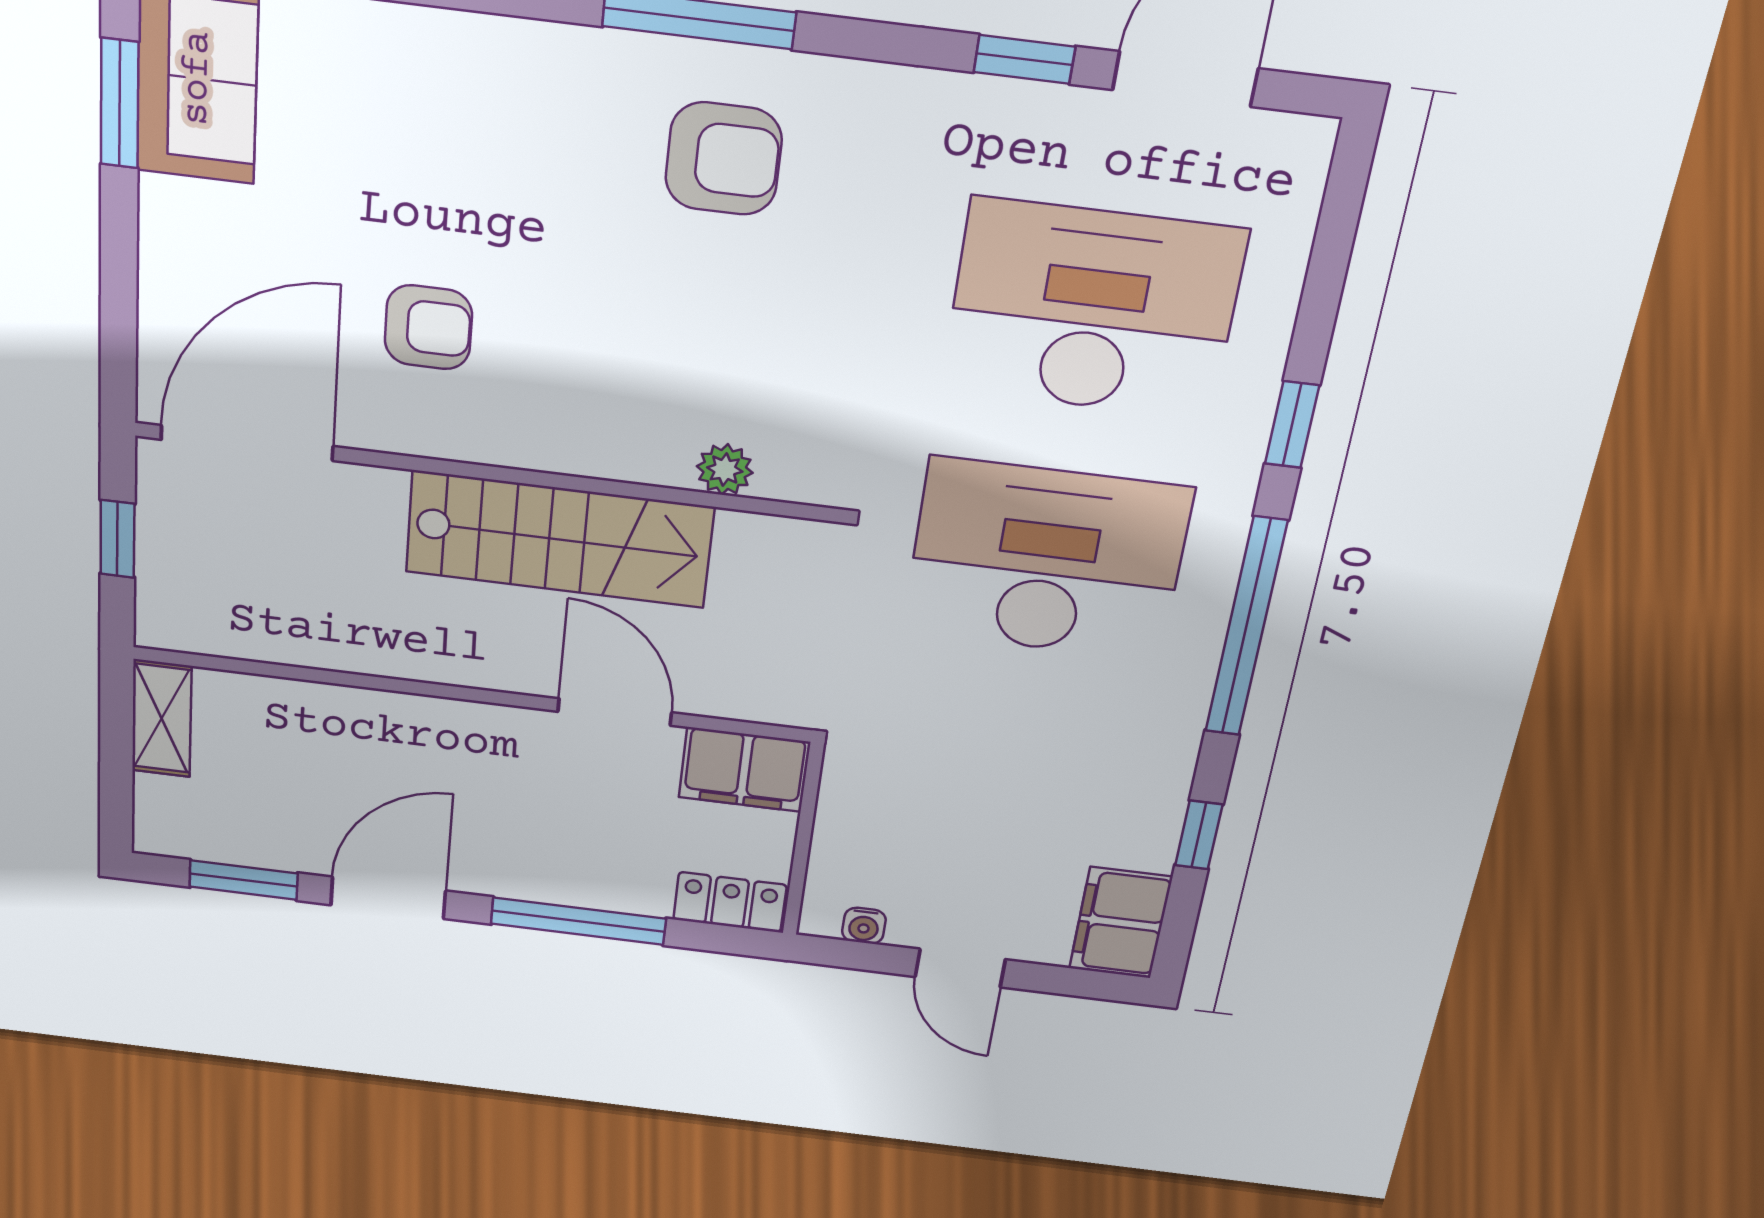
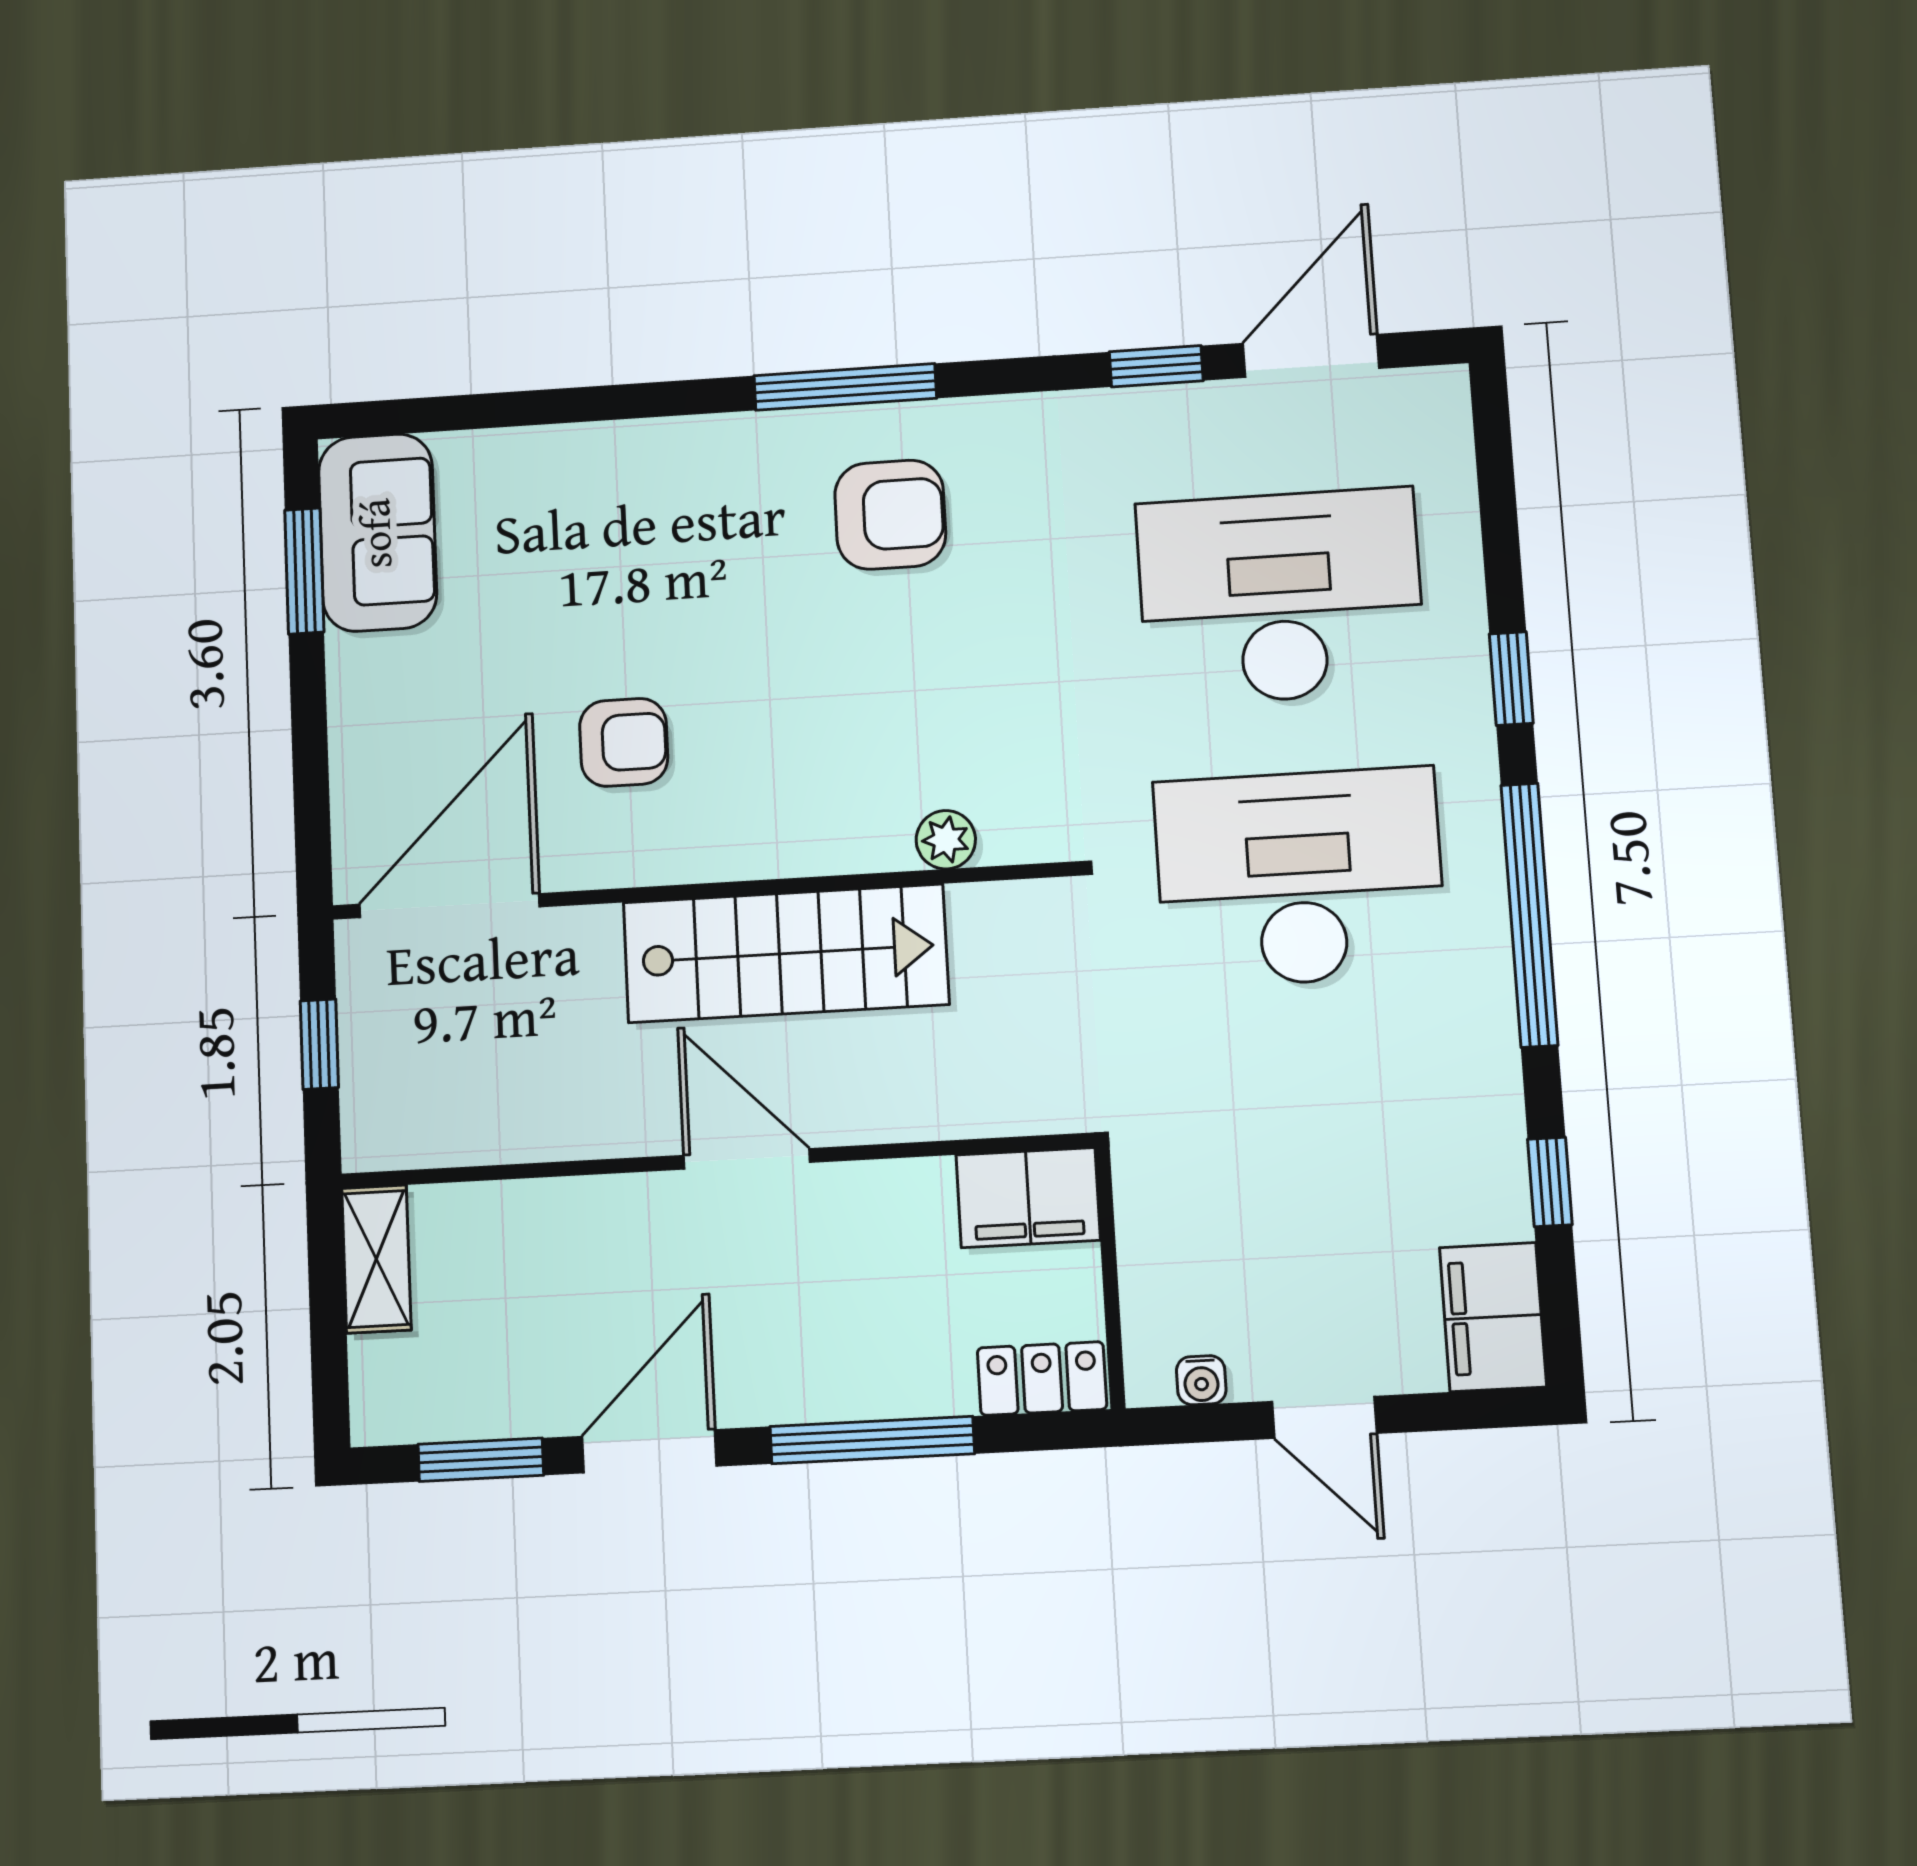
door: (615, 712) -> (747, 1159), moved

